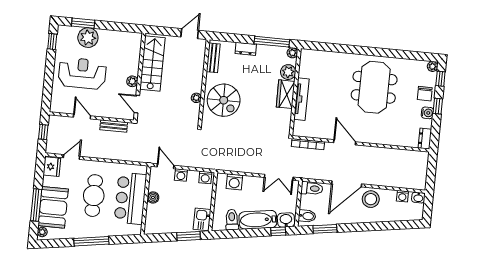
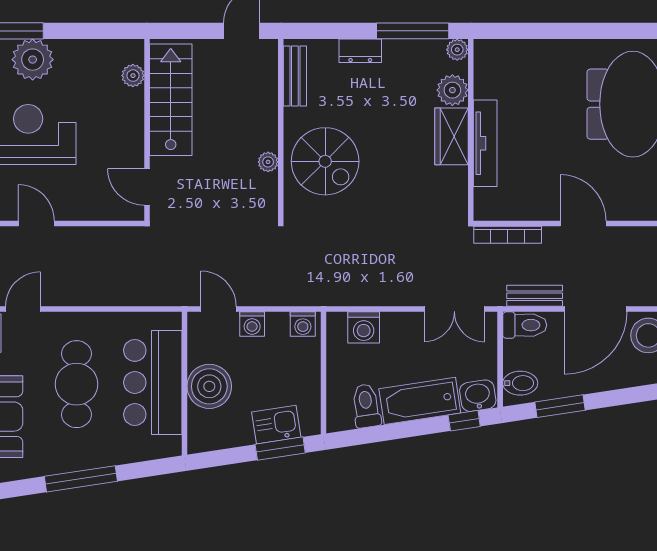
plant: (132, 81) -> (133, 76), moved
bench: (114, 126) -> (535, 296), moved
boiler: (153, 197) -> (209, 386), width x1.86, depth x1.86
kitchen sink: (202, 219) -> (276, 425), moved, turned 81

